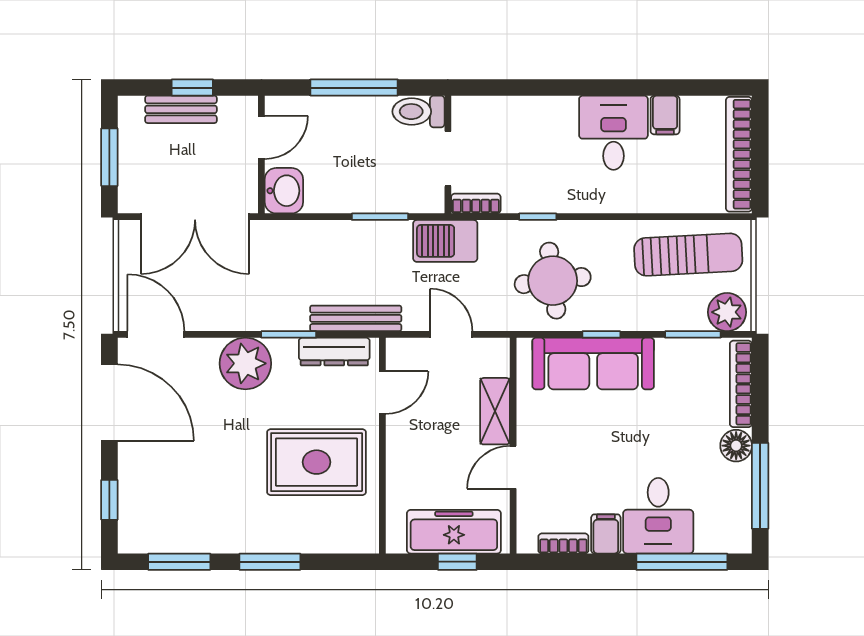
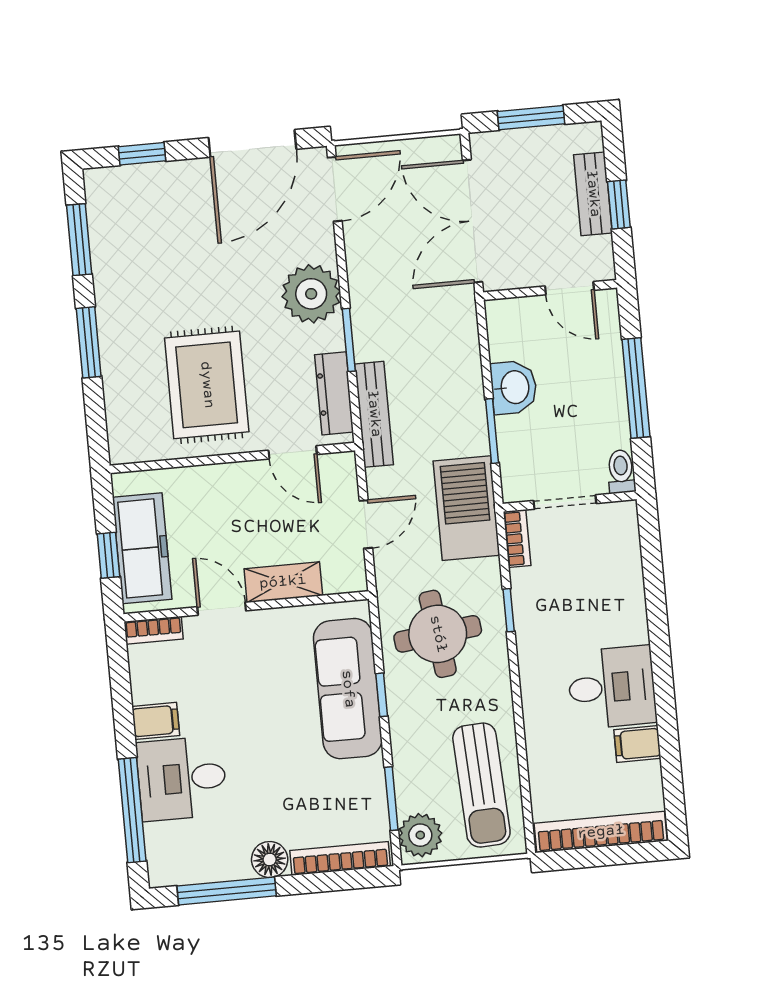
toilet: (418, 112) -> (621, 472), width x0.73, depth x0.72
washbasin: (284, 191) -> (514, 387), moved, turned -90
barbecue: (445, 241) -> (466, 508), width x1.37, depth x1.21
bookcase: (563, 543) -> (154, 630), moved, turned 90

